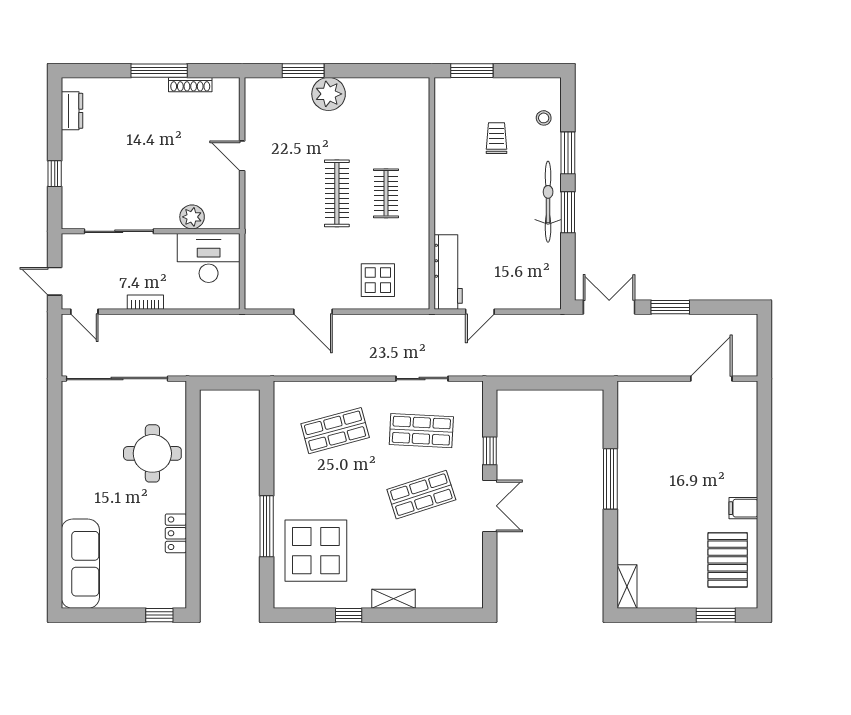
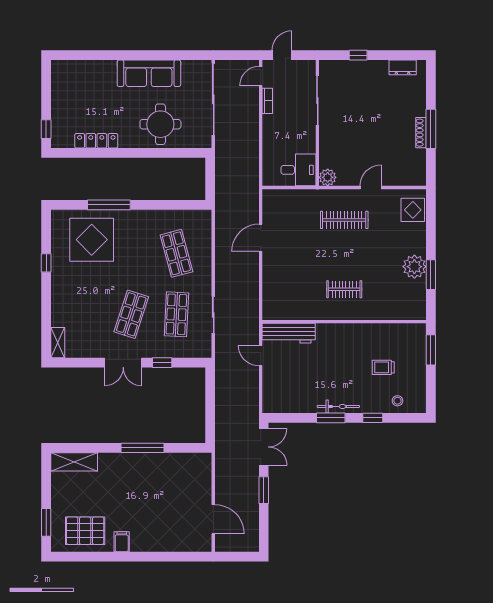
window: (303, 71) -> (431, 275), moved
shoe rack: (190, 85) -> (421, 133), moved
plant: (329, 94) -> (414, 267), moved
trolley: (497, 138) -> (383, 367), turned 180
window: (568, 153) -> (373, 418), width x0.67
clothes rail: (337, 193) -> (344, 220), moved
bicycle: (548, 202) -> (338, 406), width x0.73, depth x0.71
plant: (192, 217) -> (328, 177), moved
desk: (209, 258) -> (298, 170), width x0.73
display table: (378, 280) -> (413, 210), moved
bookcase: (145, 302) -> (267, 101), moved
shop shelf: (421, 495) -> (131, 314), turned 36
locker: (176, 533) -> (96, 141), width x1.53
sofa: (80, 564) -> (149, 73), moved
shelving: (627, 586) -> (74, 462), width x1.50, depth x1.33
shelving: (394, 599) -> (58, 343), moved

